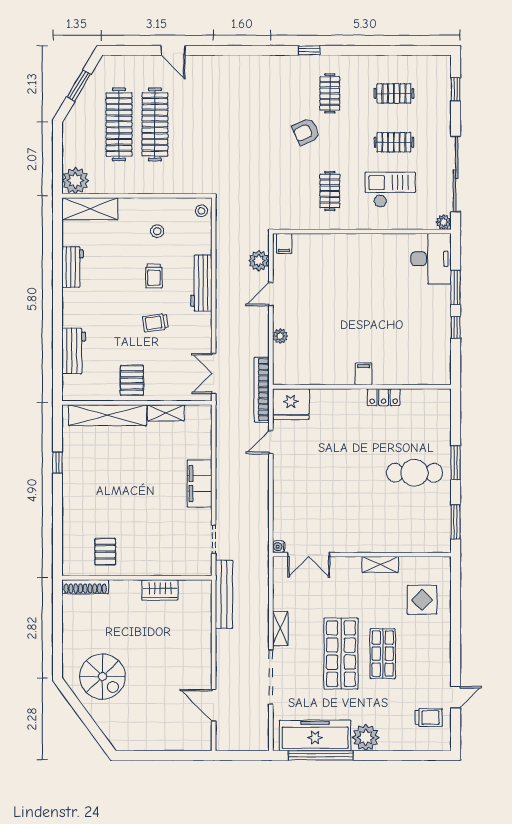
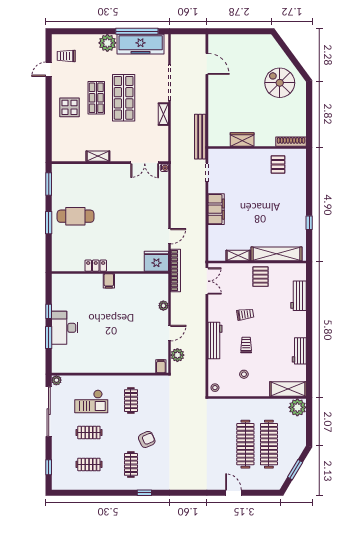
desk: (431, 259) -> (65, 328), moved
double door: (309, 555) -> (145, 163), swing flipped
display table: (422, 600) -> (70, 107), moved

